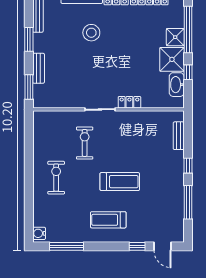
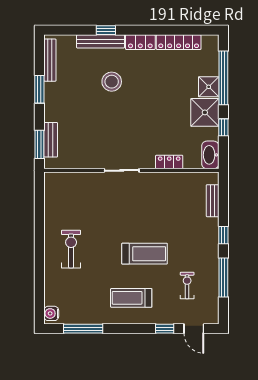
bench: (39, 68) -> (51, 140), moved
washbasin: (177, 85) -> (210, 155), moved
locker: (129, 102) -> (169, 162), moved
exercise bike: (85, 143) -> (187, 285), moved, width x0.73, depth x0.72

